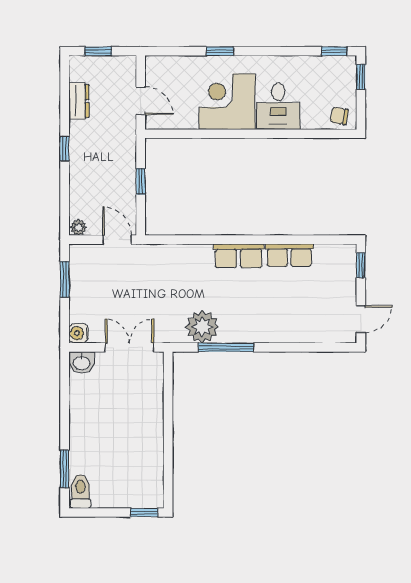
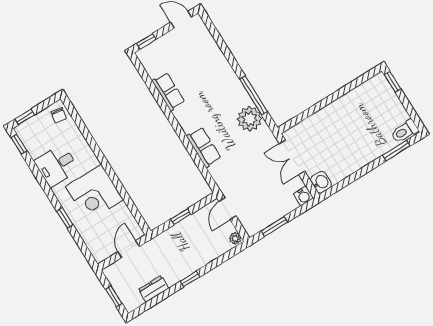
desk: (278, 106) -> (57, 165), moved, turned 180
row of seats: (239, 256) -> (204, 147), moved

